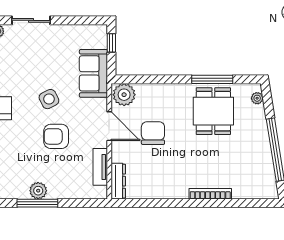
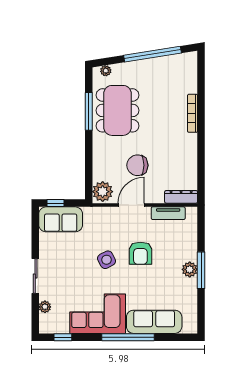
sofa: (93, 73) -> (61, 219), moved
dining table: (213, 111) -> (117, 110), width x1.38

